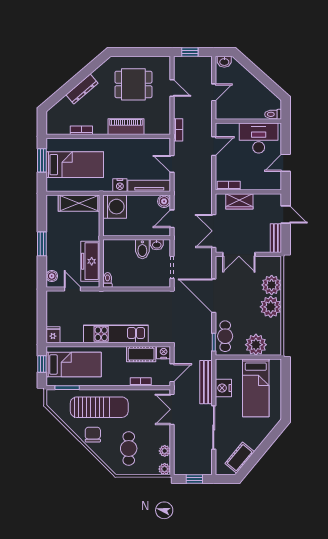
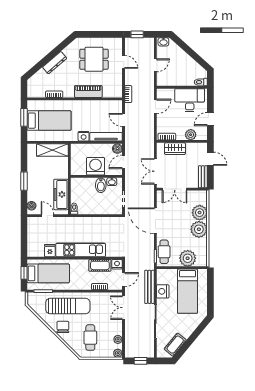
plant: (260, 183) -> (191, 135), added
washing machine: (115, 207) -> (96, 166), moved, turned -90
fridge: (53, 335) -> (50, 251), moved

